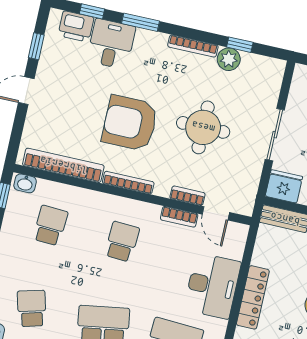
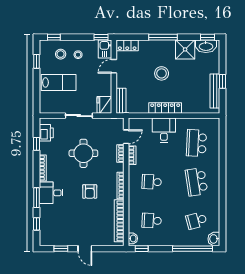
printer: (76, 27) -> (46, 133), moved
desk: (111, 44) -> (51, 193), moved
plant: (229, 59) -> (45, 148), removed
armchair: (130, 123) -> (90, 191), width x0.53, depth x0.53
desk: (212, 286) -> (164, 130), width x0.73

